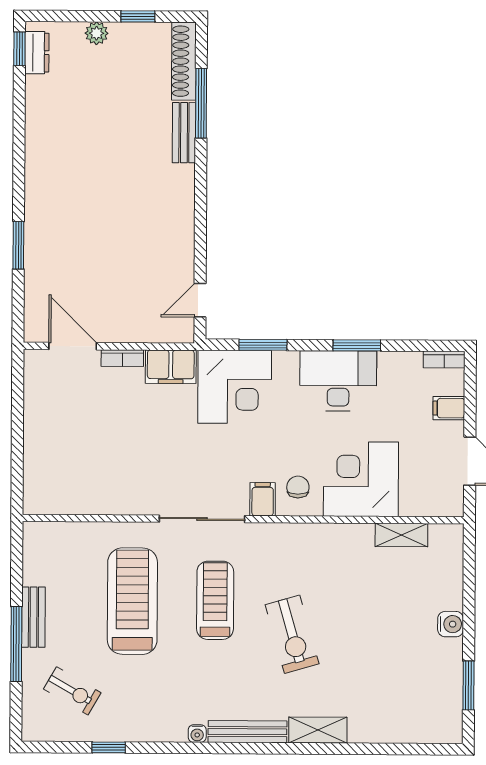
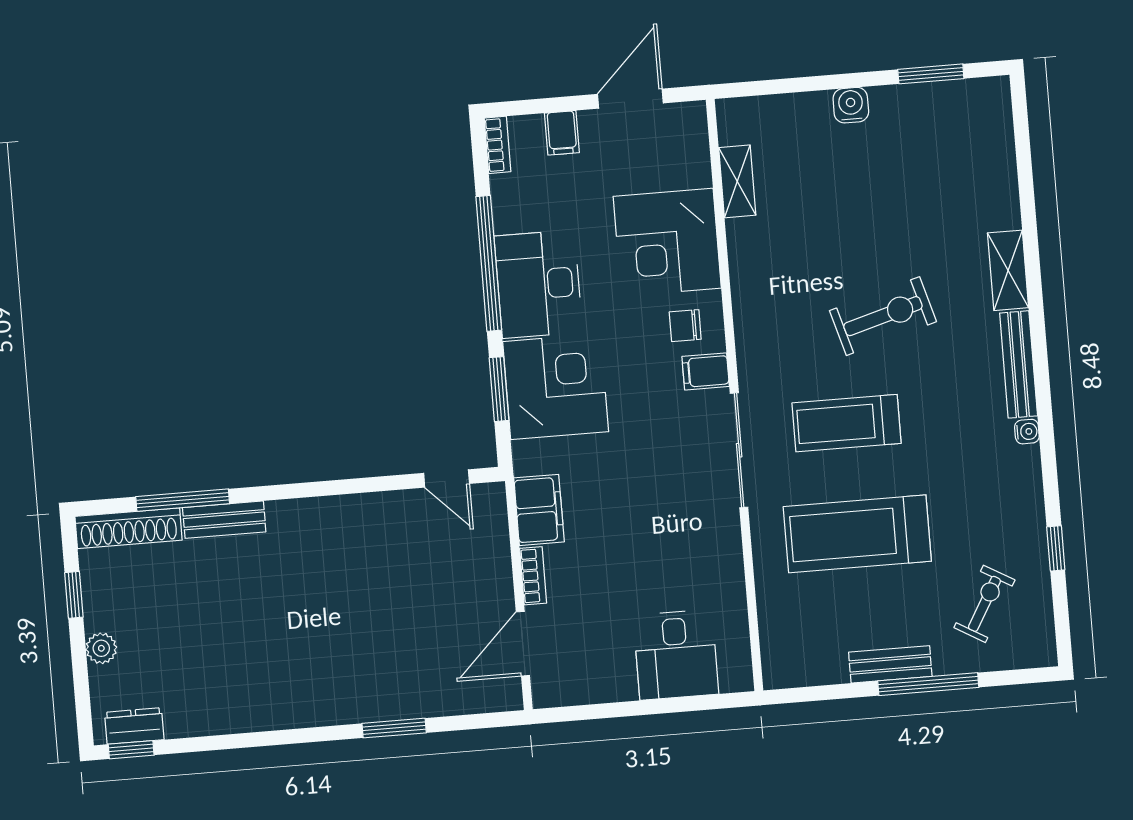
window: (357, 345) -> (489, 263), width x2.11
corner desk: (235, 387) -> (556, 387), moved
desk: (55, 459) -> (676, 655), added

